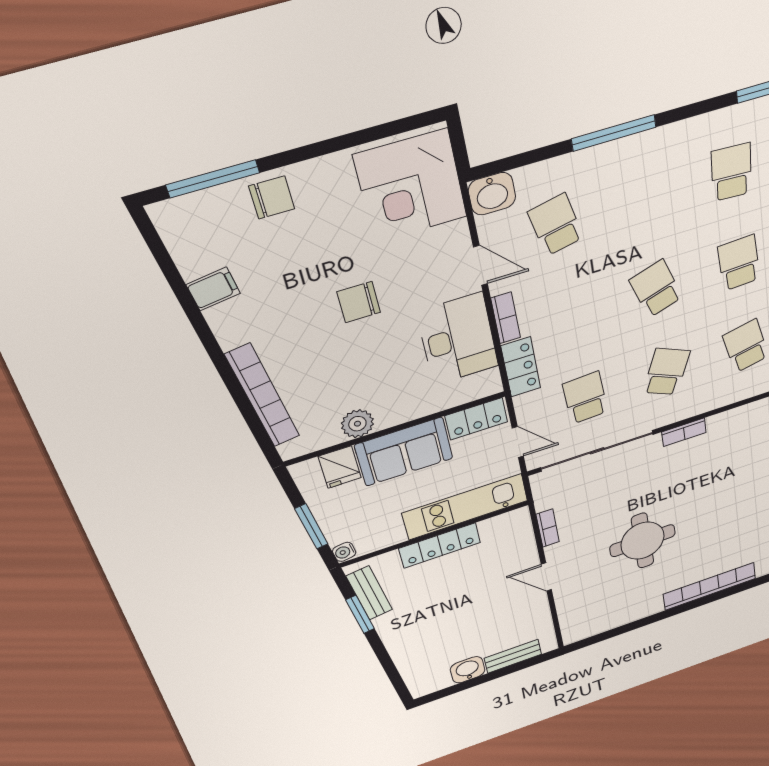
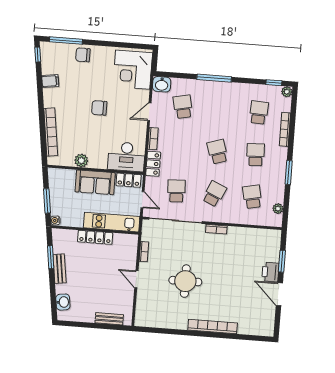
chair: (272, 197) -> (83, 55), turned 180
window: (153, 240) -> (38, 55), added
door: (480, 265) -> (149, 112), swing flipped
desk: (458, 339) -> (126, 157), moved, turned 90
fridge: (340, 467) -> (68, 178), removed
bench: (369, 593) -> (60, 269), moved
washbasin: (468, 670) -> (63, 302), moved, turned 82

